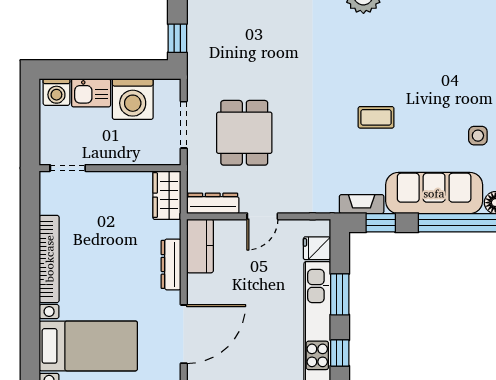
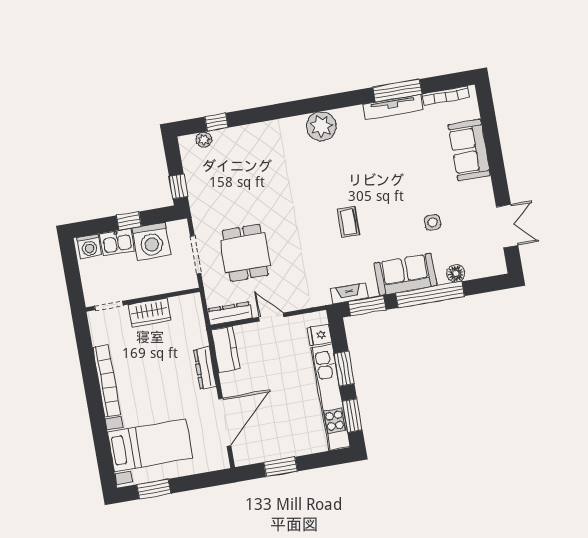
window: (110, 70) -> (129, 221), added
coffee table: (376, 117) -> (348, 222), turned 90
sofa: (434, 193) -> (405, 274), width x0.73
wardrobe: (167, 195) -> (150, 312), moved, turned -90
door: (262, 216) -> (271, 317), swing flipped
window: (381, 223) -> (367, 306), width x1.50
window: (340, 353) -> (352, 416), width x1.50

